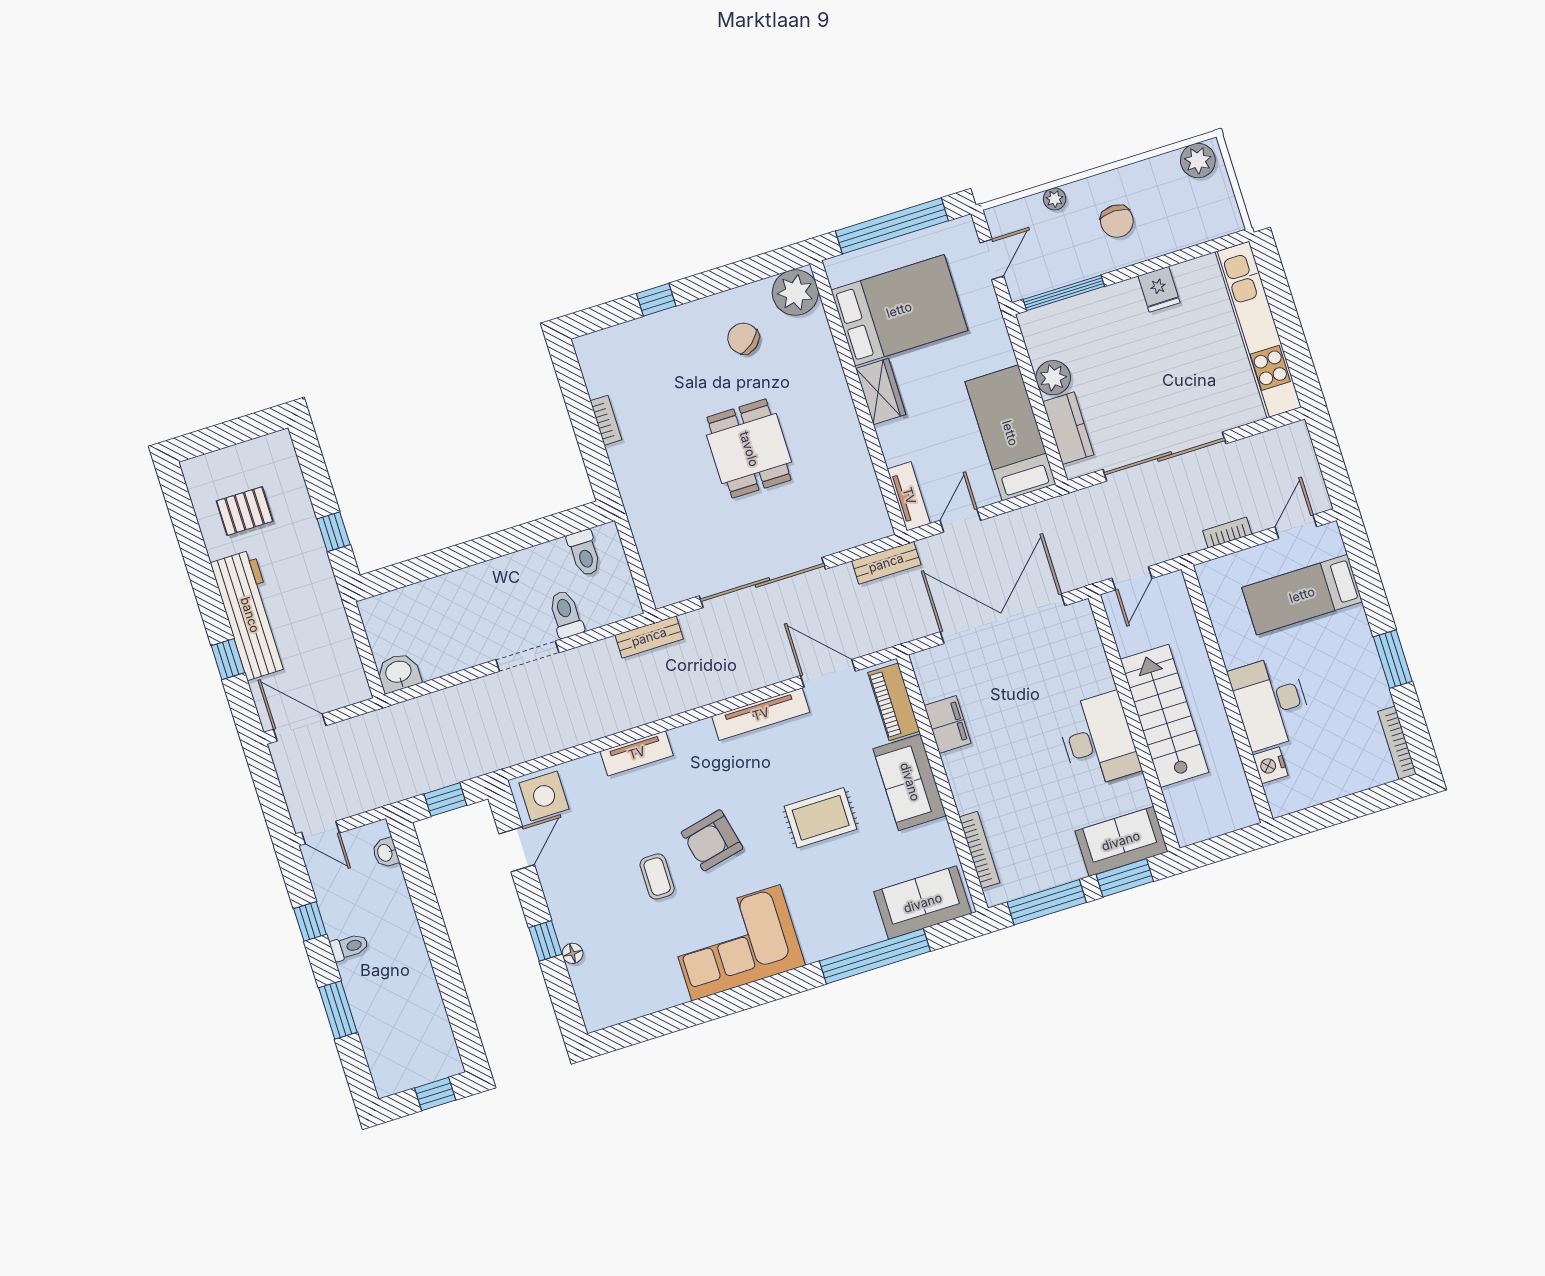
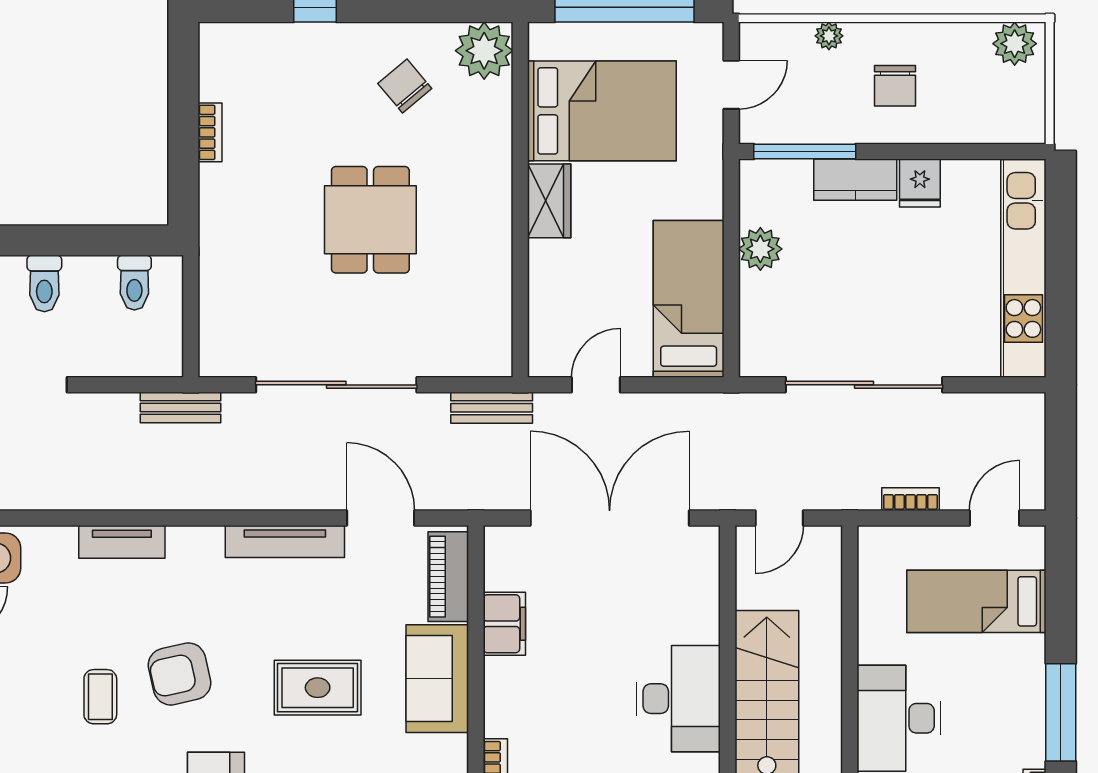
kitchen counter: (1068, 428) -> (855, 180), moved, turned 90
tv unit: (909, 496) -> (543, 336), removed
toilet: (566, 614) -> (44, 284), moved, turned 180
window: (1393, 659) -> (1061, 712), width x1.44

